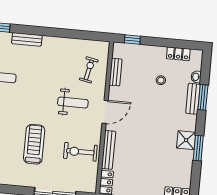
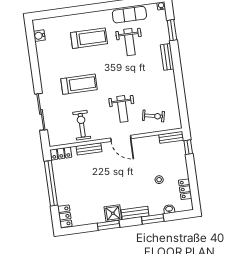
bench: (116, 72) -> (171, 137), moved
bench: (193, 99) -> (135, 213), moved
bench: (109, 150) -> (89, 149), width x0.73

